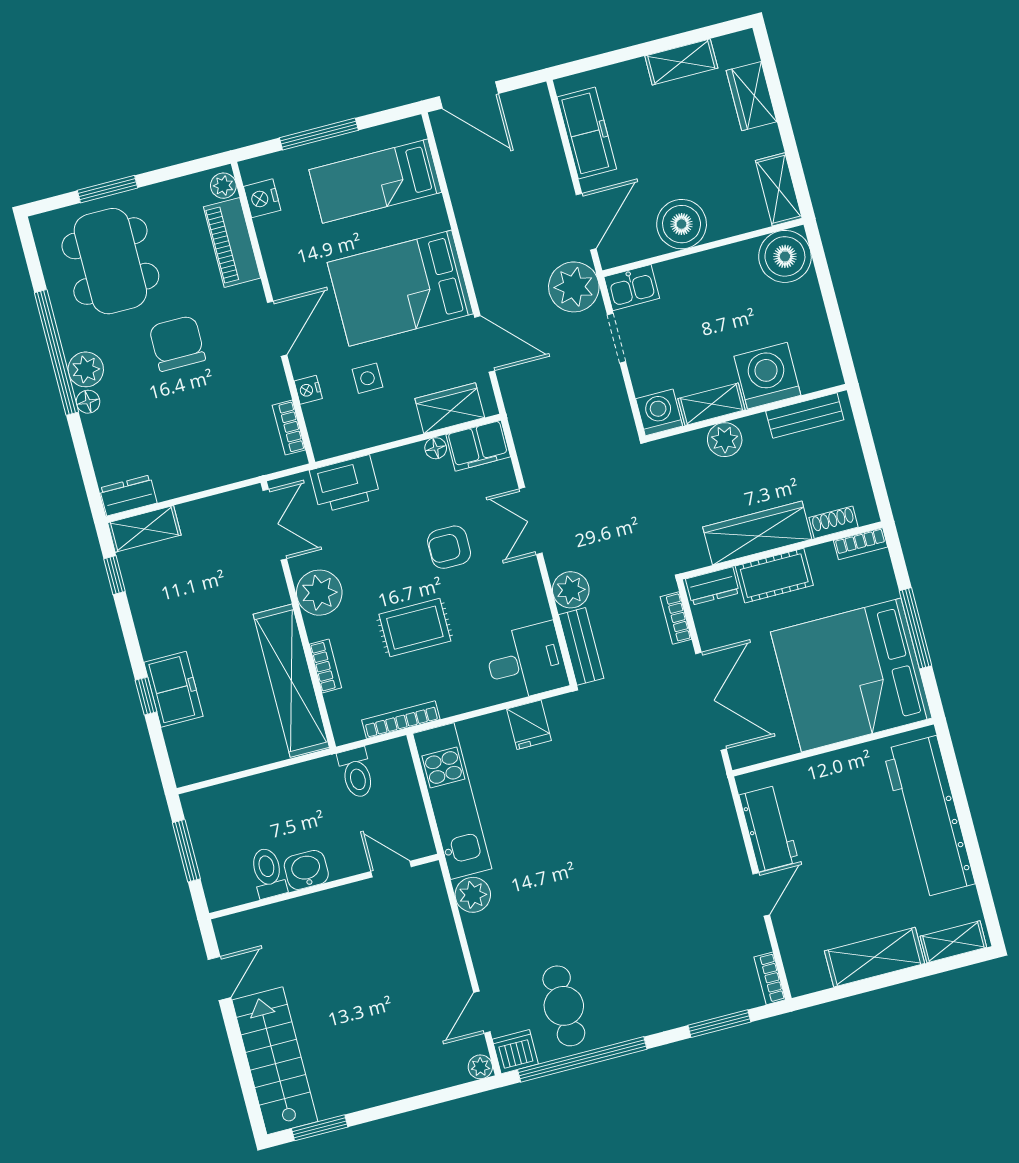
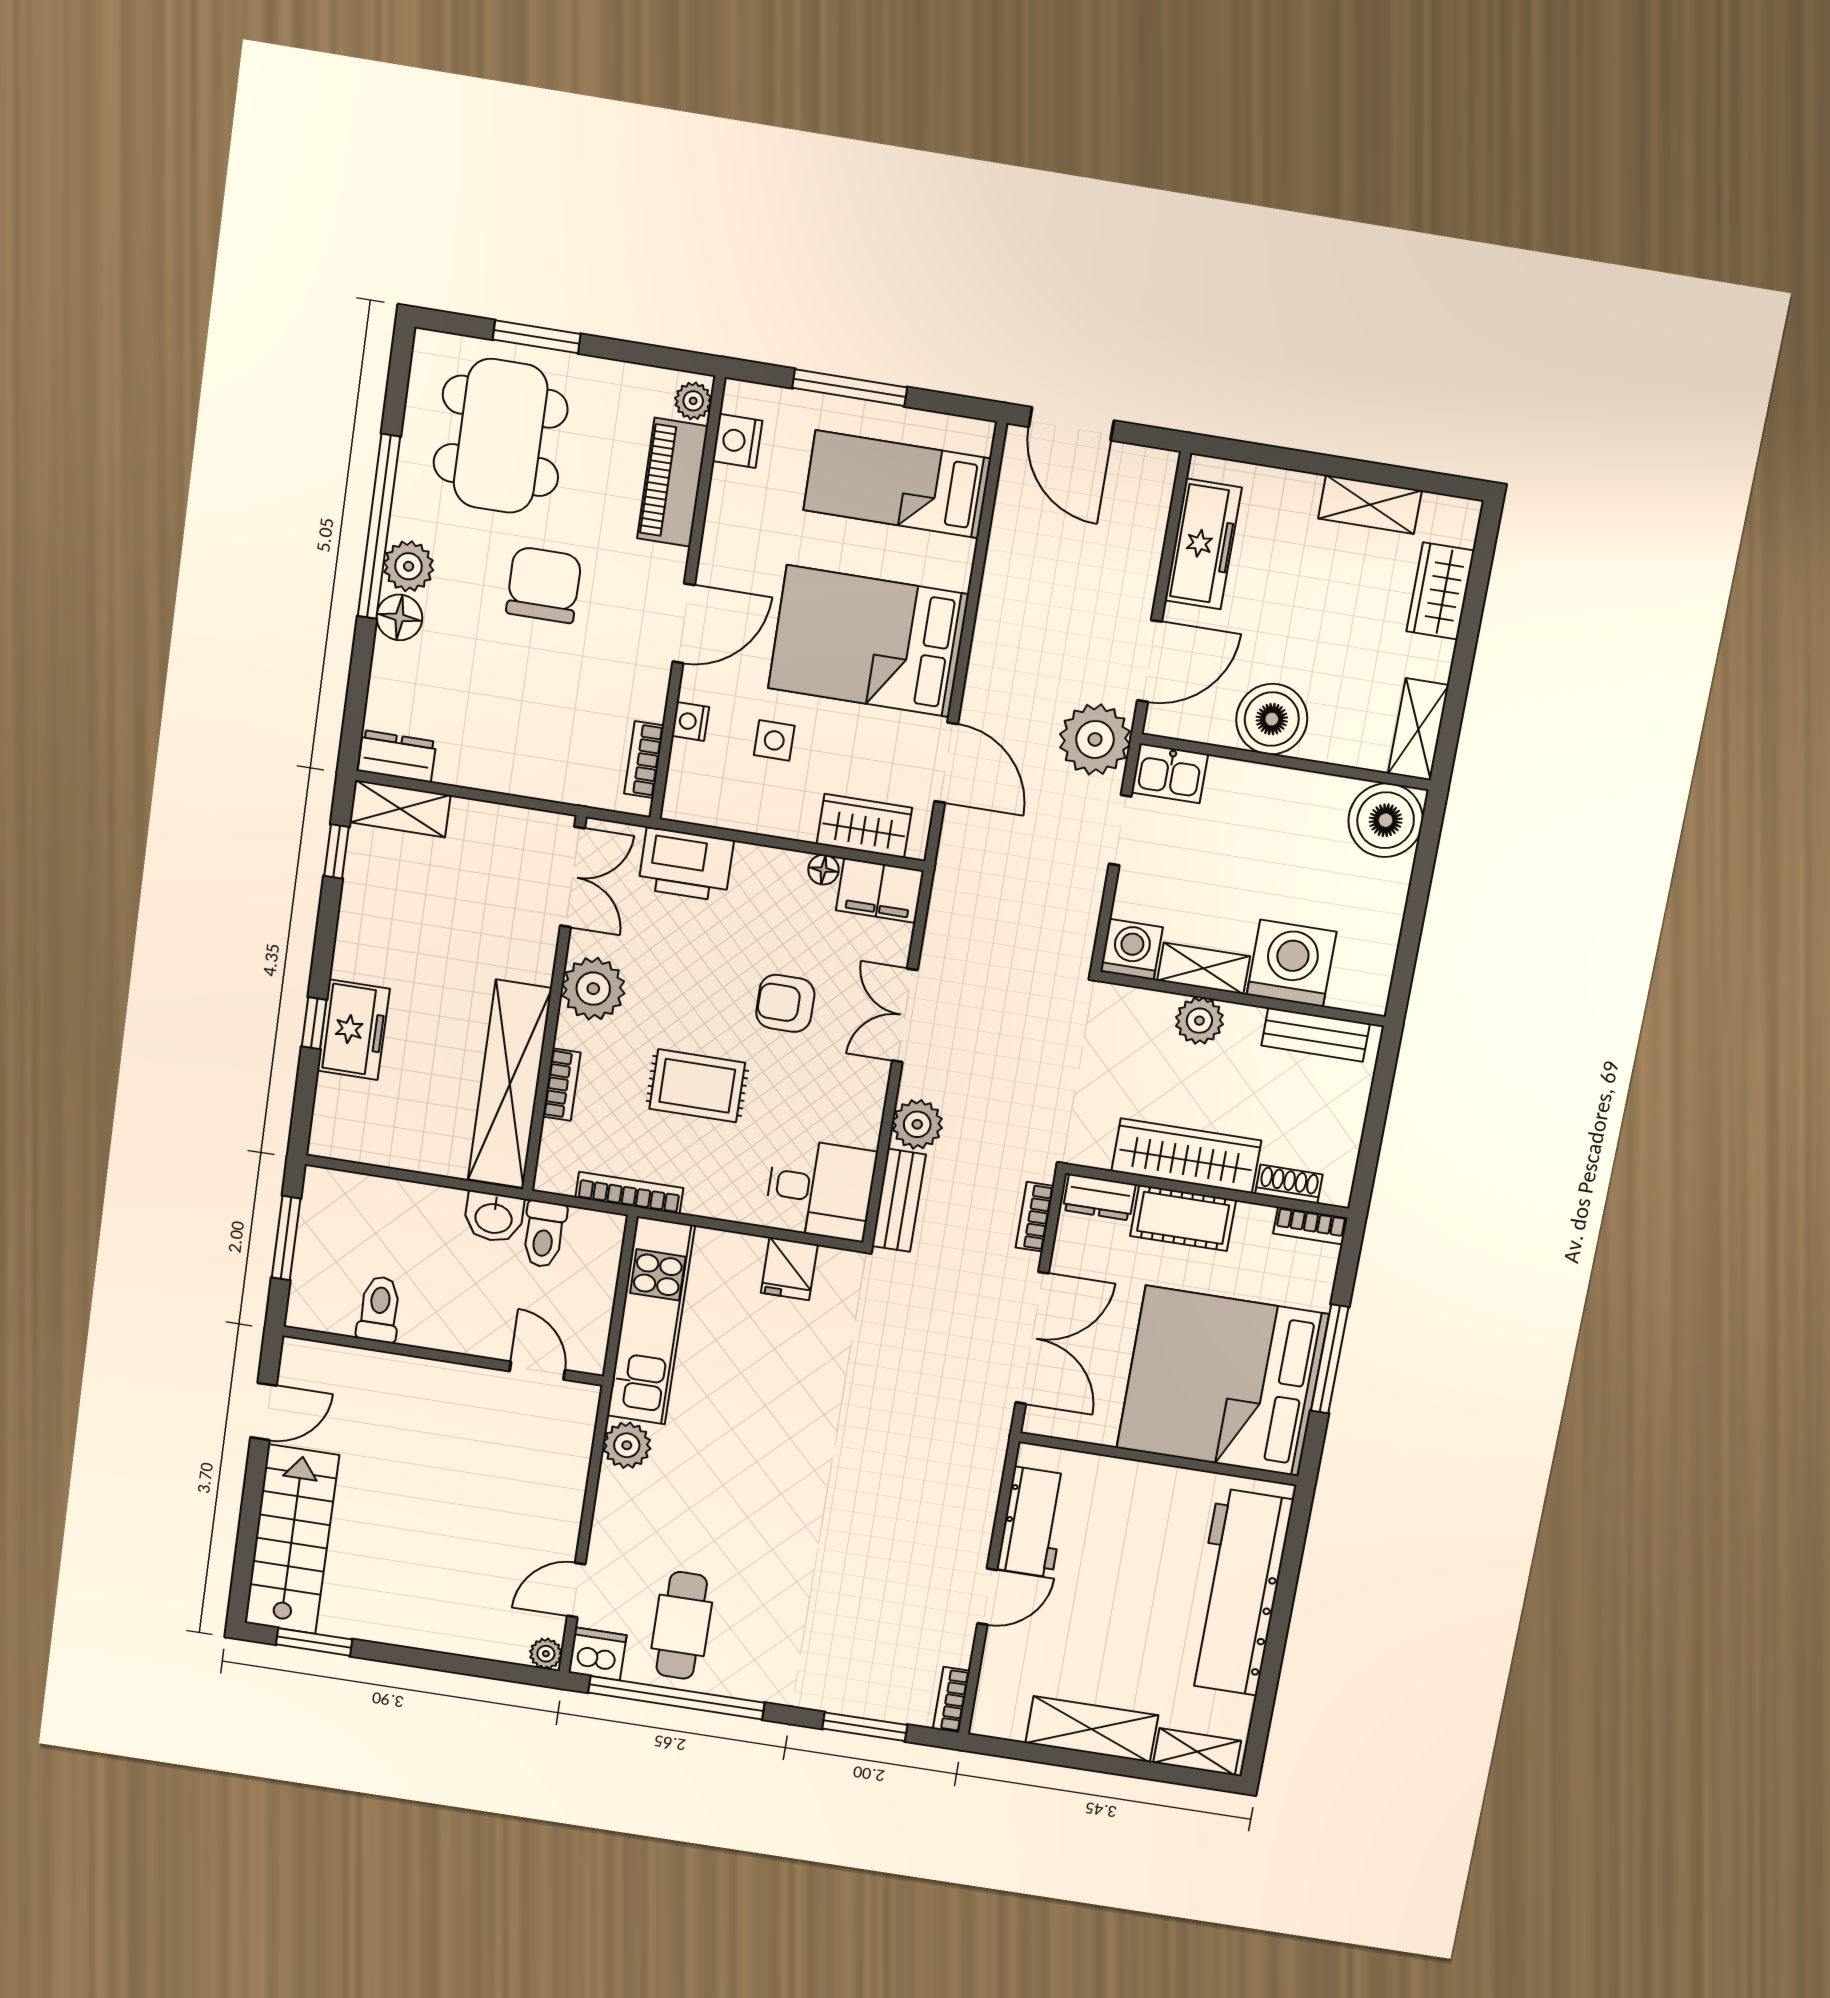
floor lamp: (88, 402) -> (399, 617), width x1.37, depth x1.37
washbasin: (306, 870) -> (494, 1217), moved, turned 180

